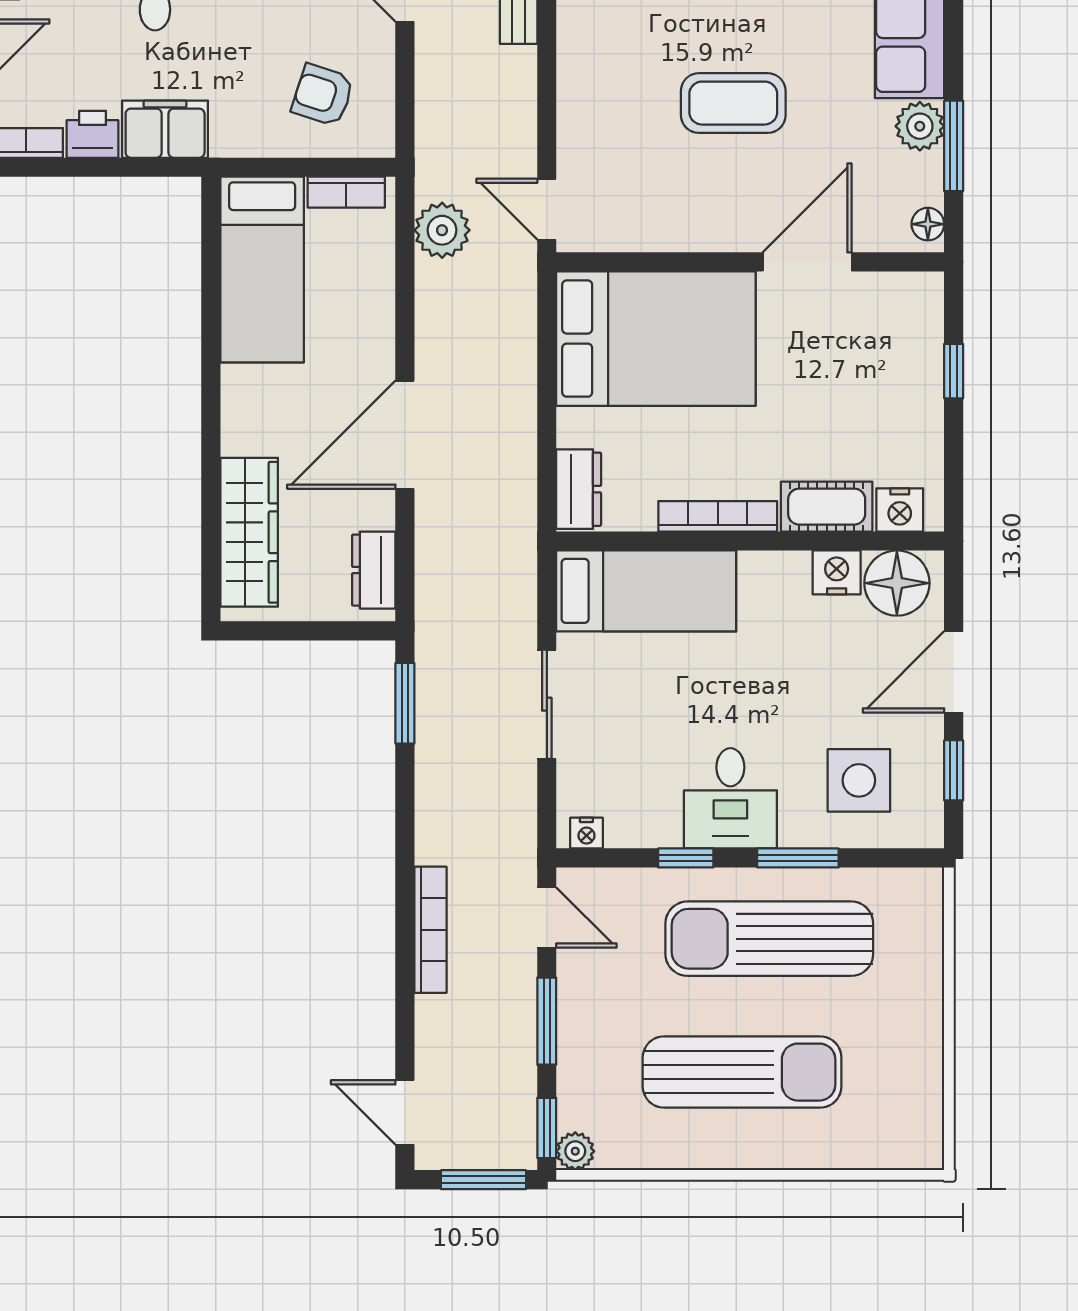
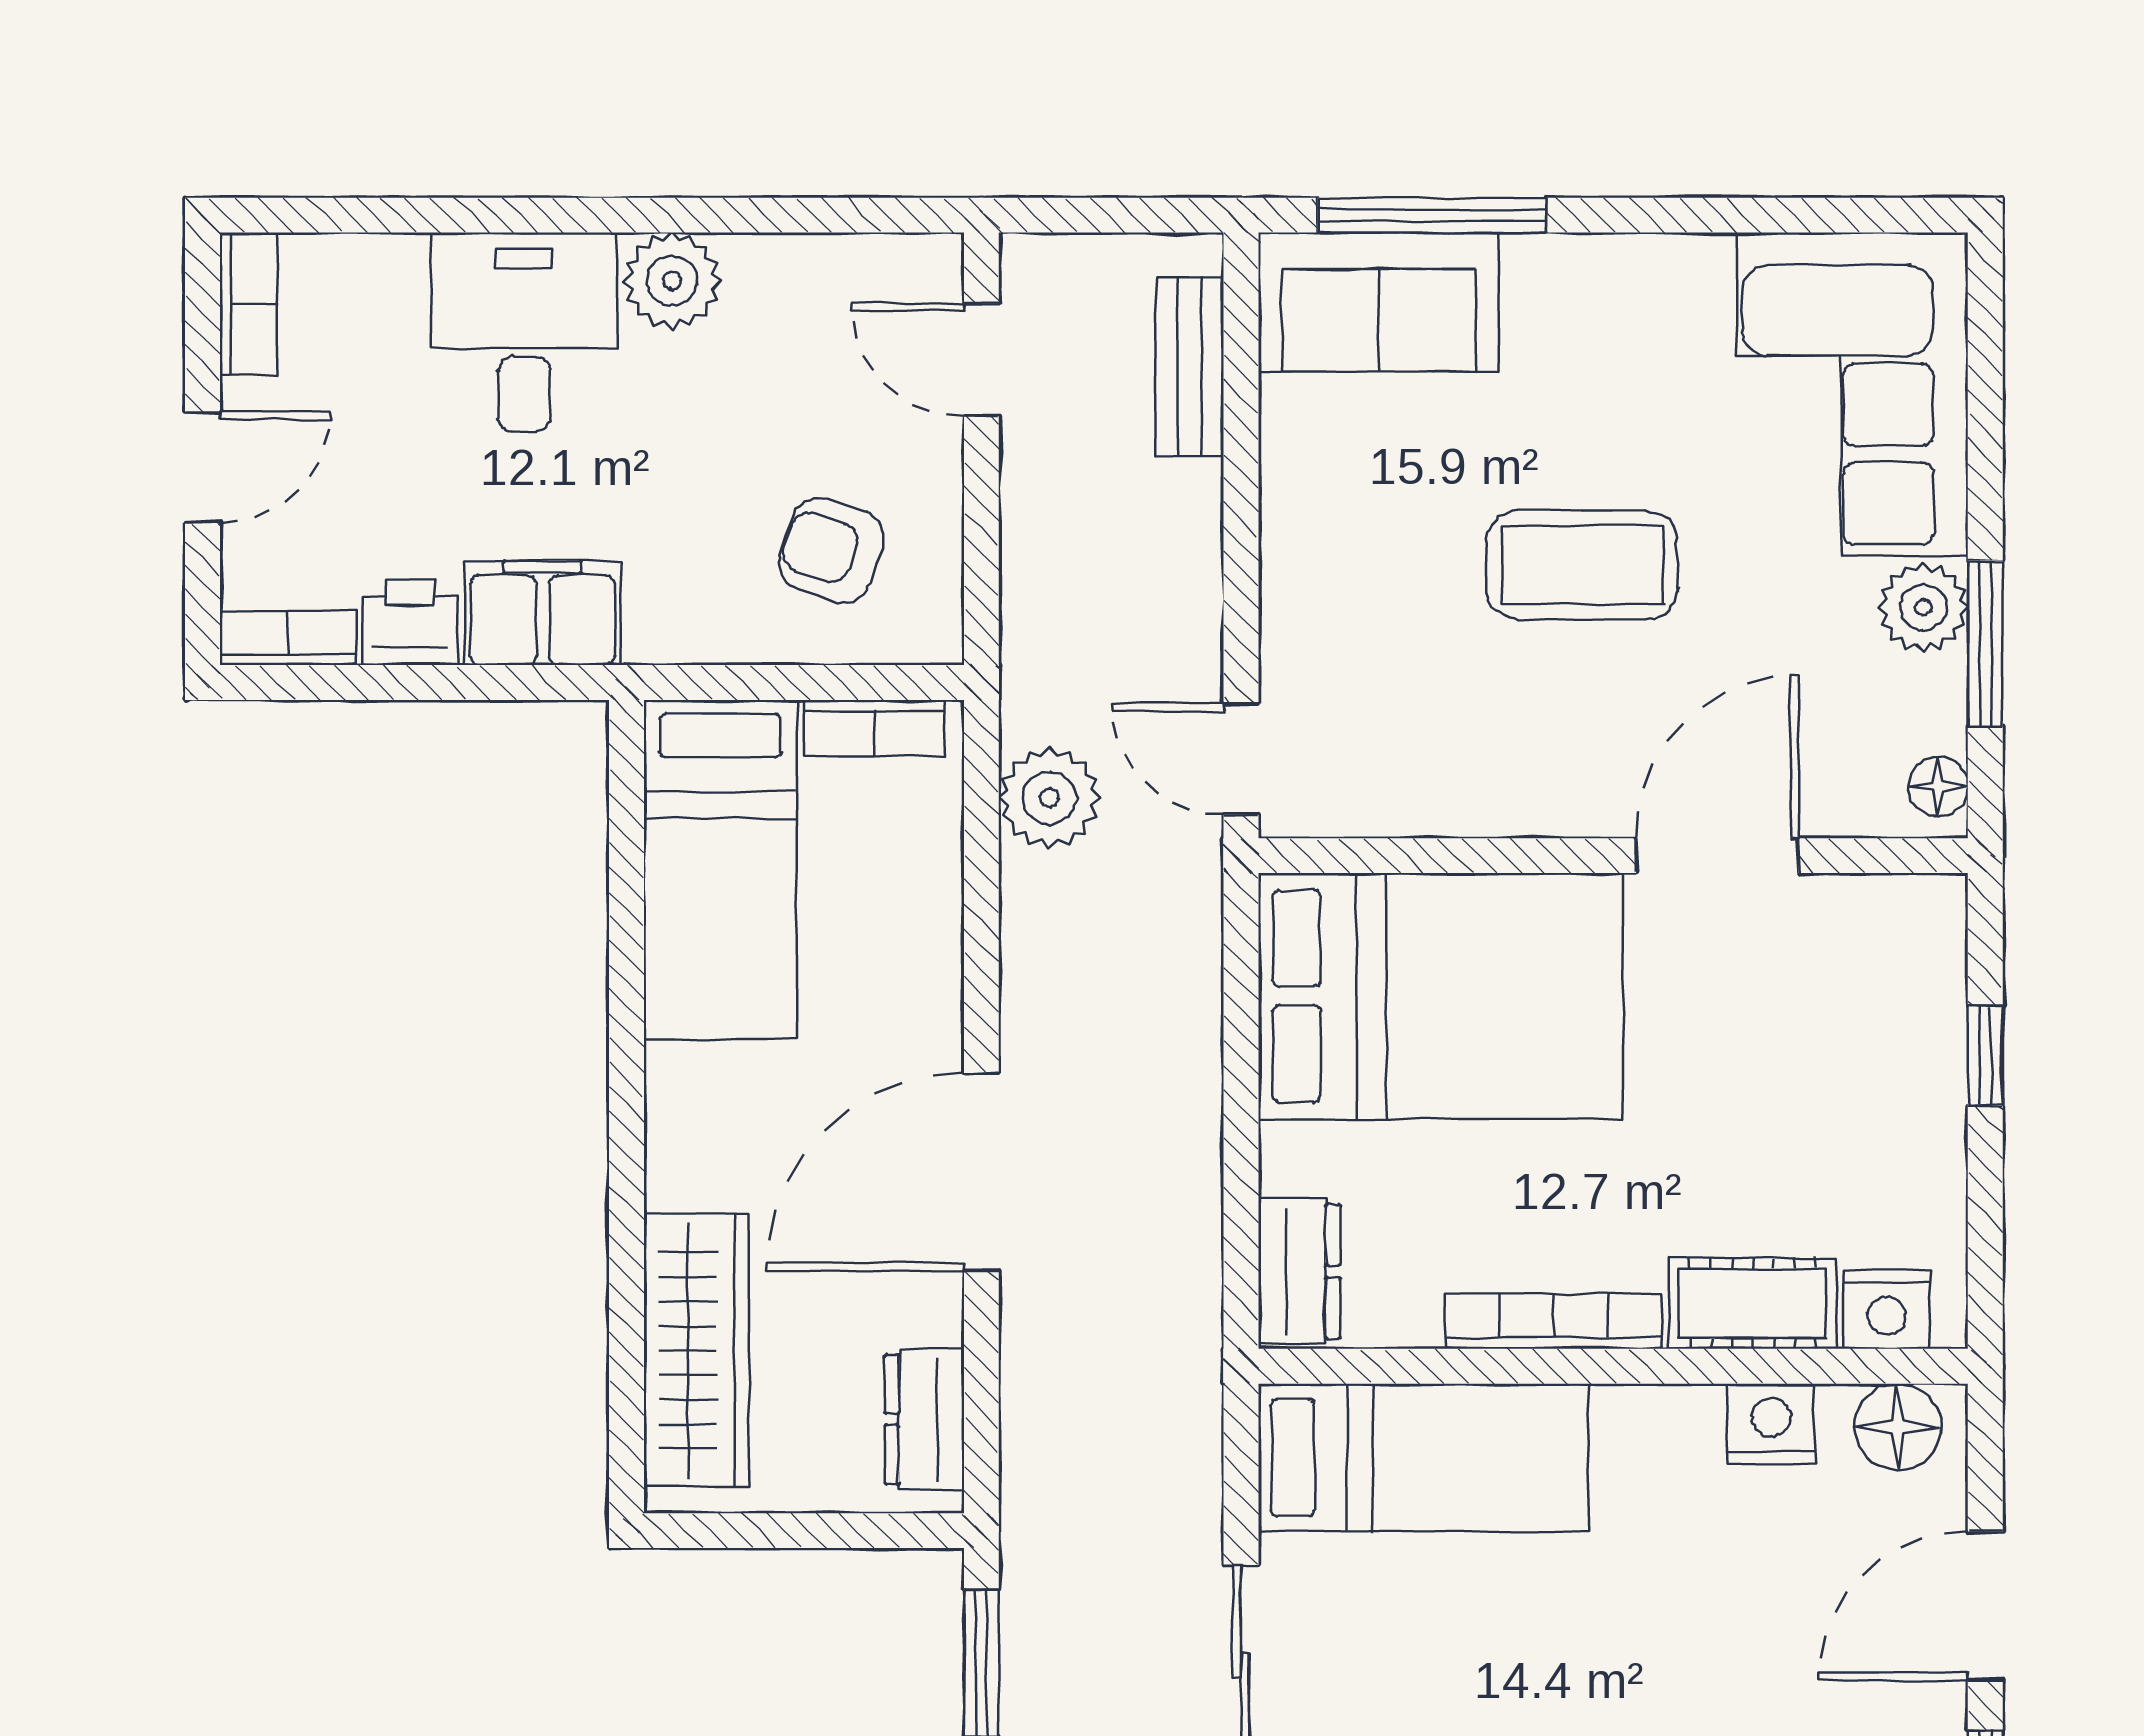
floor lamp: (897, 583) -> (1898, 1427), width x0.73, depth x0.73

